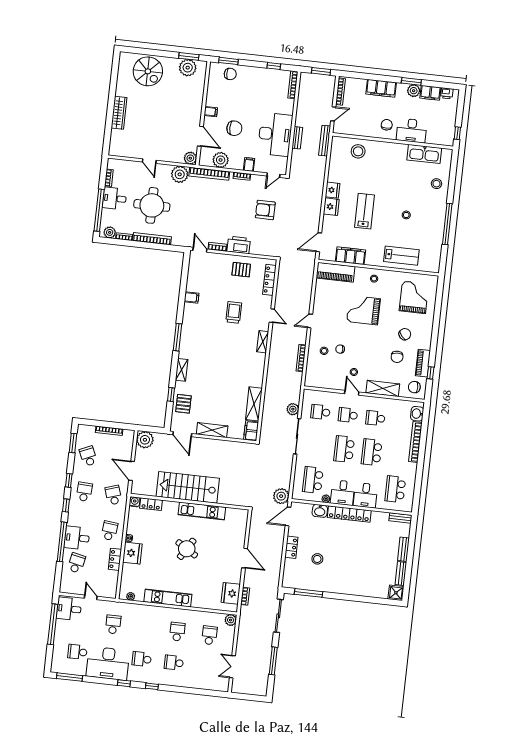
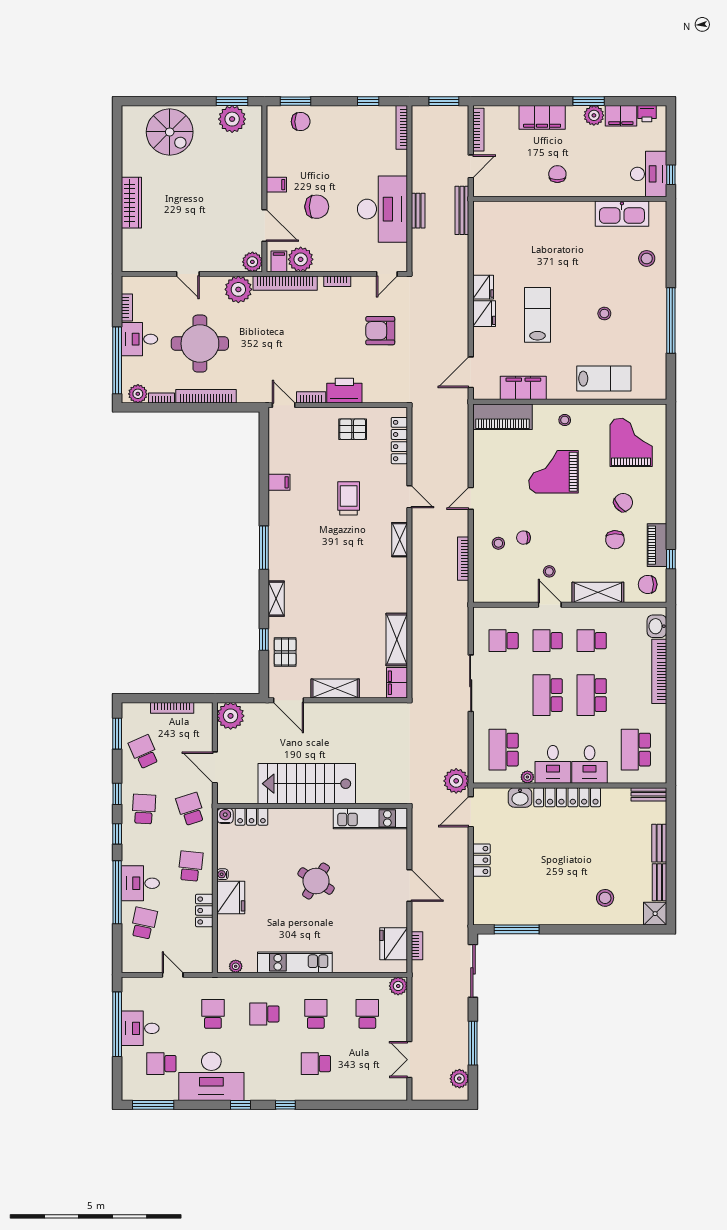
desk: (412, 131) -> (649, 174), moved, turned -90
stool: (358, 151) -> (517, 221), removed
filing cabinet: (249, 164) -> (279, 261), moved
plant: (293, 409) -> (459, 1079), moved
kitchen unit: (202, 511) -> (370, 818), moved
stool: (317, 559) -> (605, 898), moved
desk: (69, 609) -> (140, 1028), moved
school desk: (142, 659) -> (264, 1014), moved

